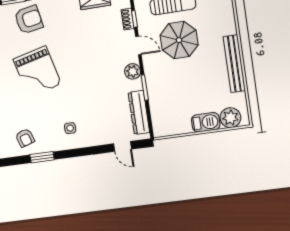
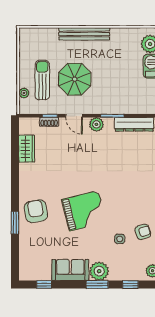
door: (138, 46) -> (74, 116), swing flipped
bench: (234, 64) -> (84, 34), moved
side table: (70, 128) -> (120, 239), moved

